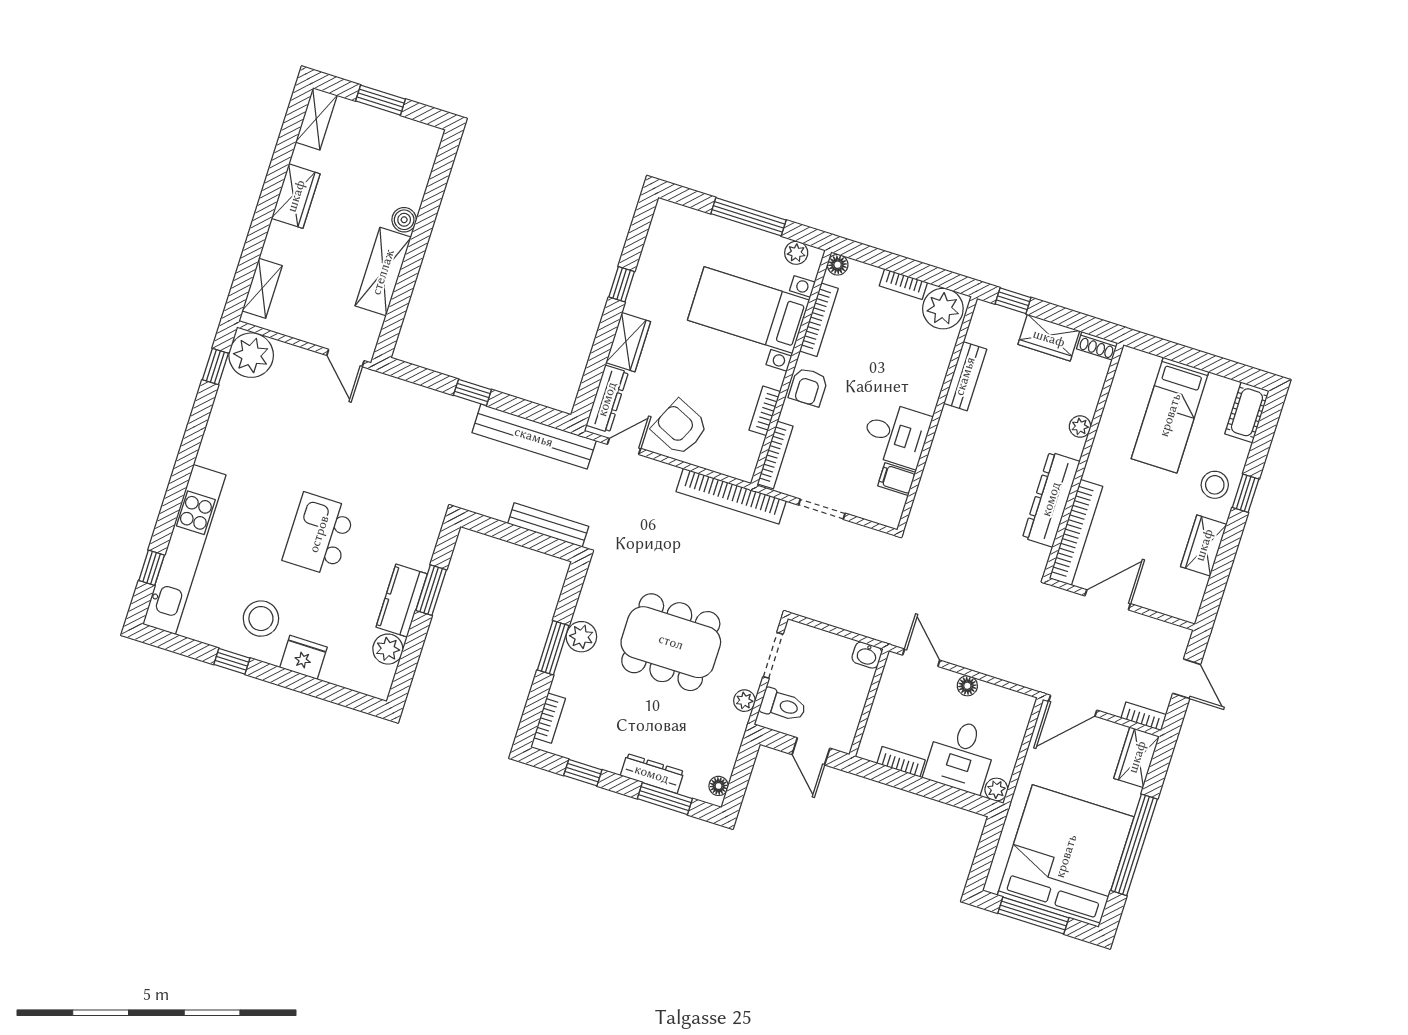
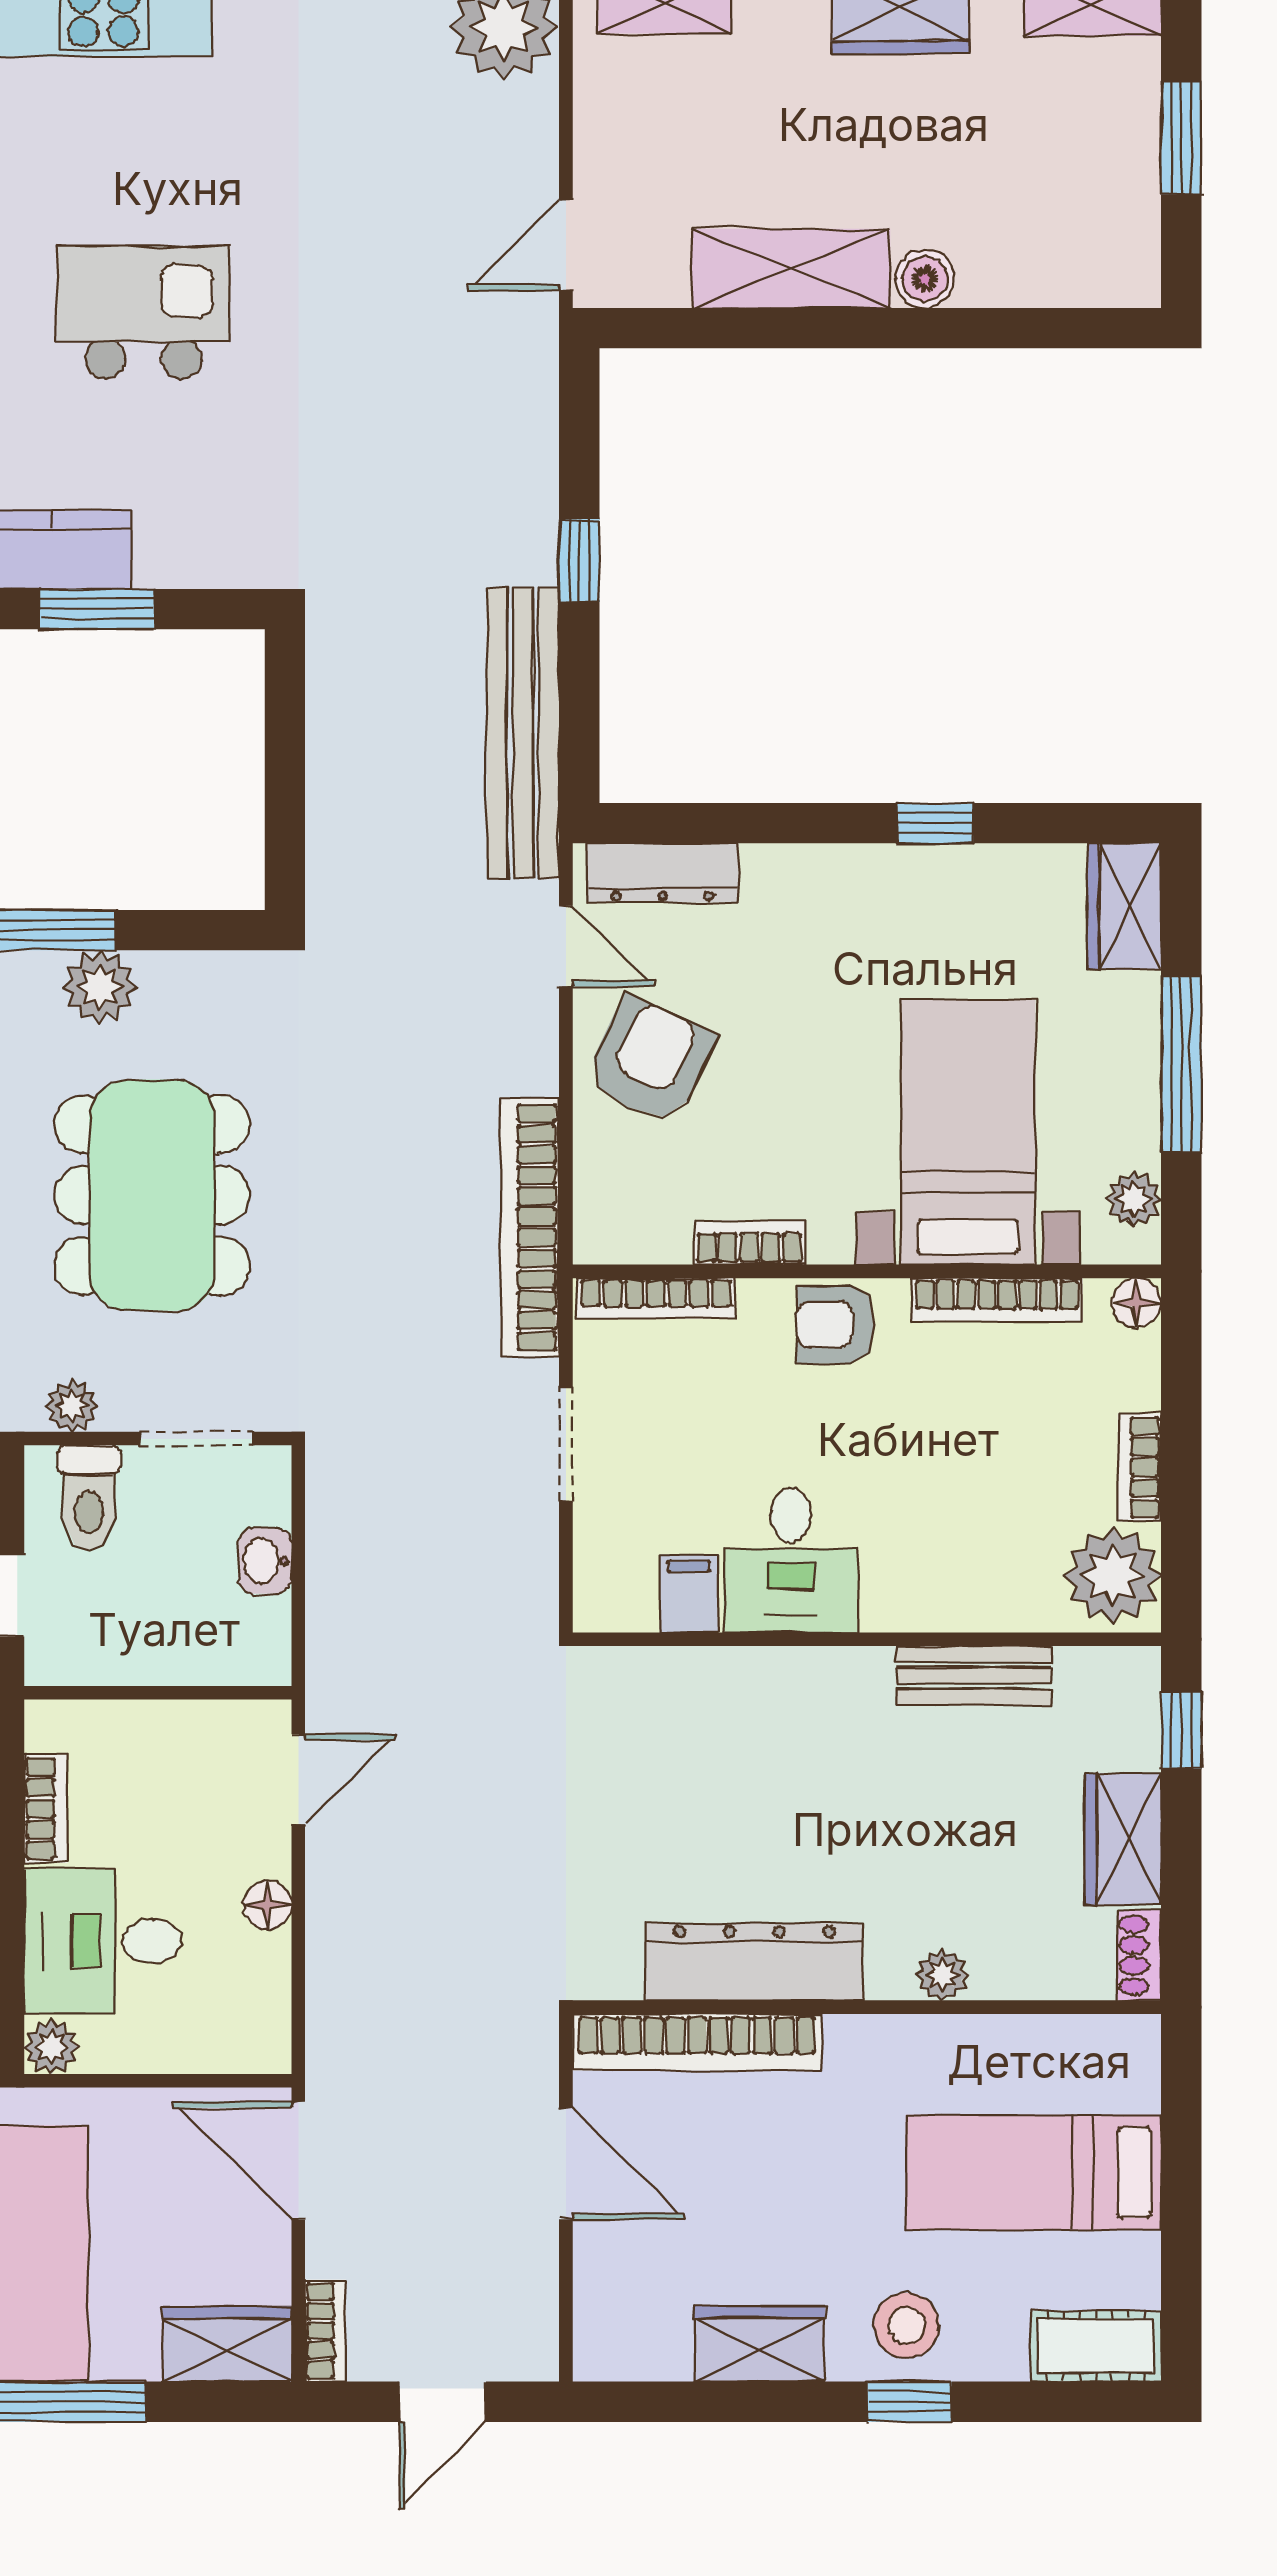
wardrobe: (628, 342) -> (1124, 907), moved, turned 90
bench: (548, 525) -> (331, 830), removed
washbasin: (867, 655) -> (265, 1561), moved

